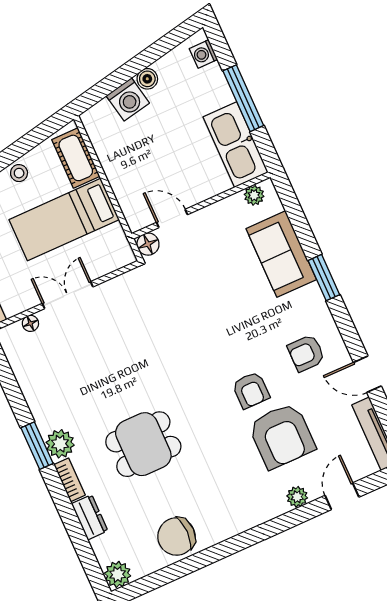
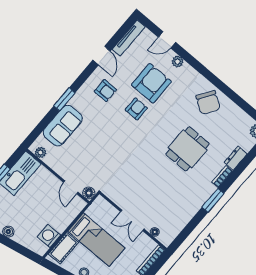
washing machine: (128, 99) -> (49, 236), moved, turned -79
plant: (60, 444) -> (207, 190), removed
dining table: (143, 444) -> (188, 149), turned 90
chair: (176, 537) -> (208, 103), moved, turned 33

